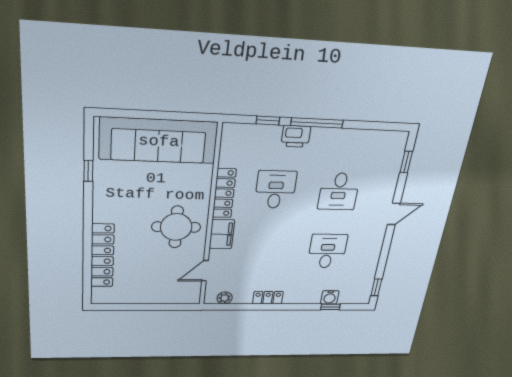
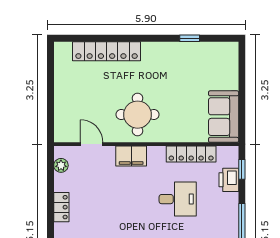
window: (268, 120) -> (242, 169), moved
printer: (296, 136) -> (229, 180), moved
sofa: (159, 141) -> (224, 117), width x0.54, depth x0.79
locker: (224, 193) -> (191, 154), moved

